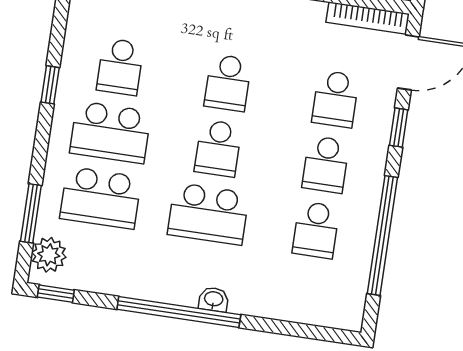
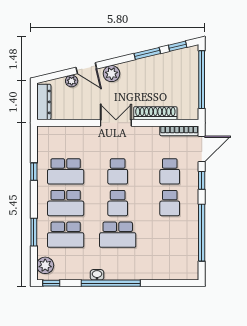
school desk: (120, 67) -> (66, 171), width x1.85
window: (50, 85) -> (34, 172), moved
window: (31, 213) -> (34, 232), moved
school desk: (316, 230) -> (170, 235), removed
washbasin: (214, 299) -> (97, 275), moved

